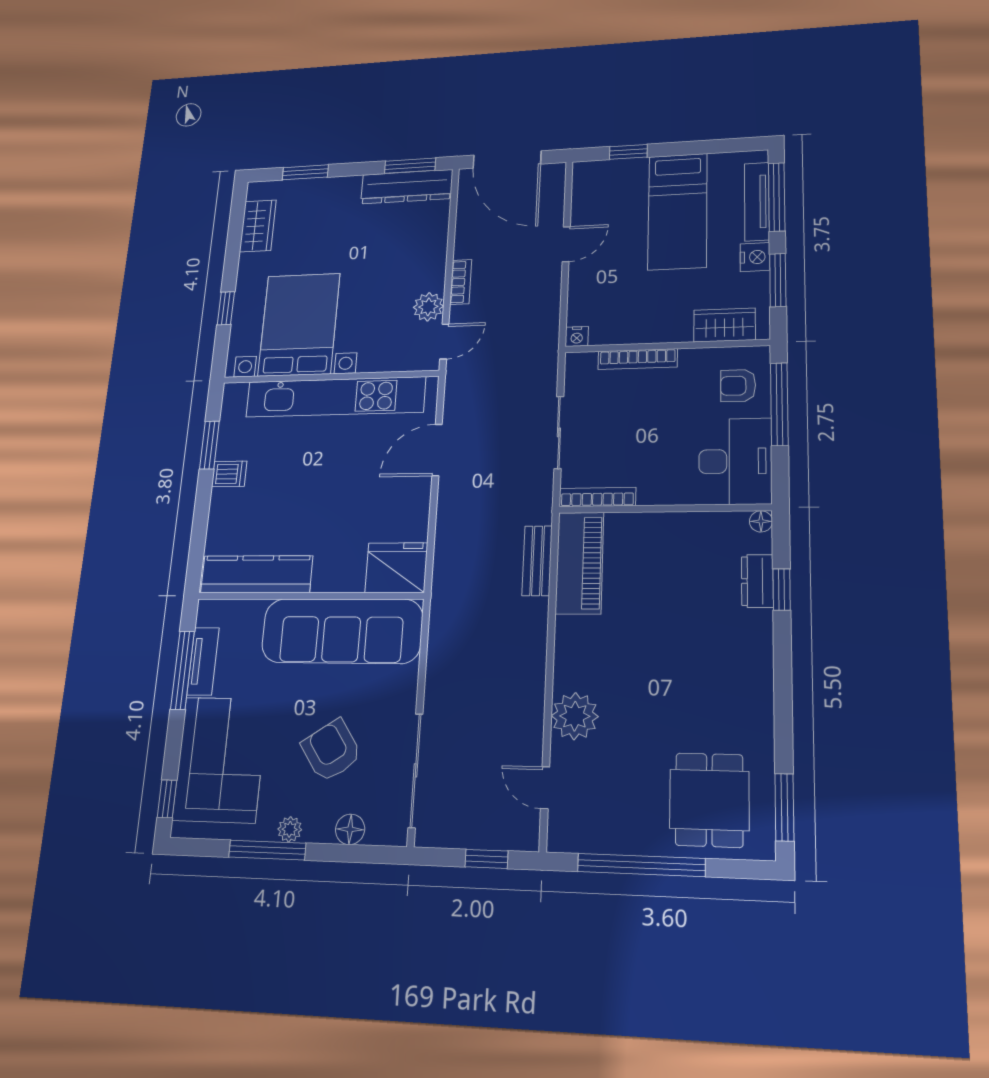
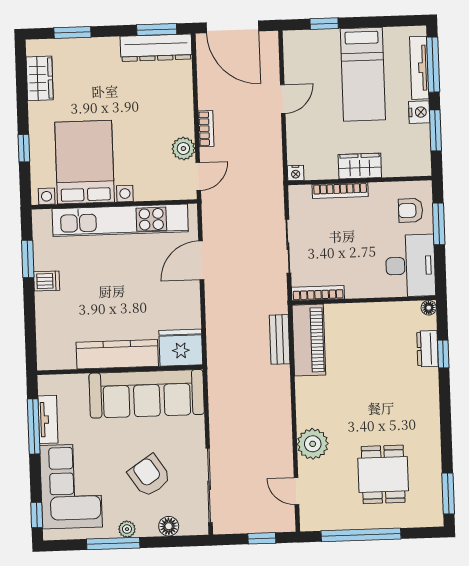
wardrobe: (725, 325) -> (360, 166), moved
window: (779, 404) -> (439, 224), width x0.69
kitchen counter: (256, 574) -> (117, 354), moved
dining table: (709, 800) -> (383, 474), moved

